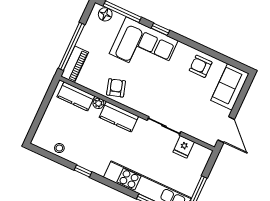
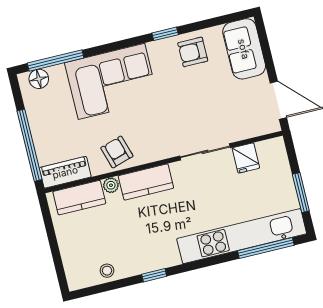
window: (160, 29) -> (165, 34), moved
piano: (75, 64) -> (65, 172), moved, turned -90

